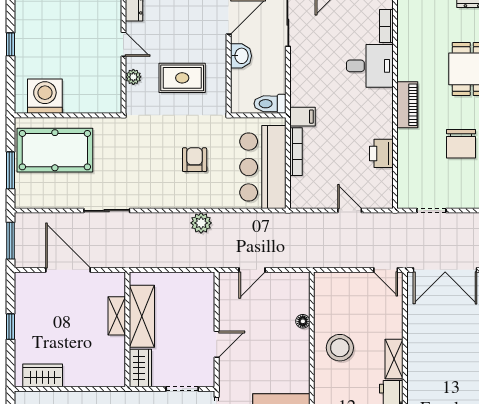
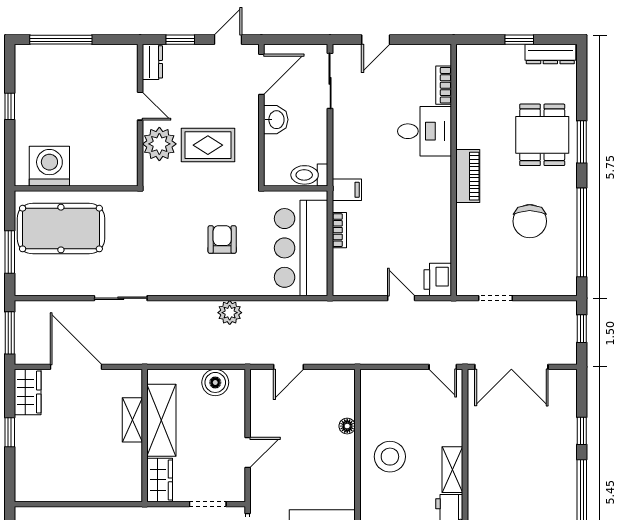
plant: (133, 77) -> (159, 144), width x1.88, depth x1.88
bookcase: (296, 152) -> (339, 230), width x0.64
printer: (381, 153) -> (438, 280), moved
boiler: (189, 284) -> (215, 382), added
wardrobe: (43, 375) -> (28, 392), moved, turned 90

